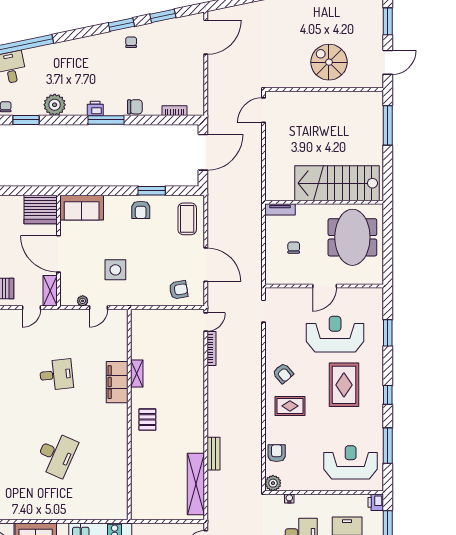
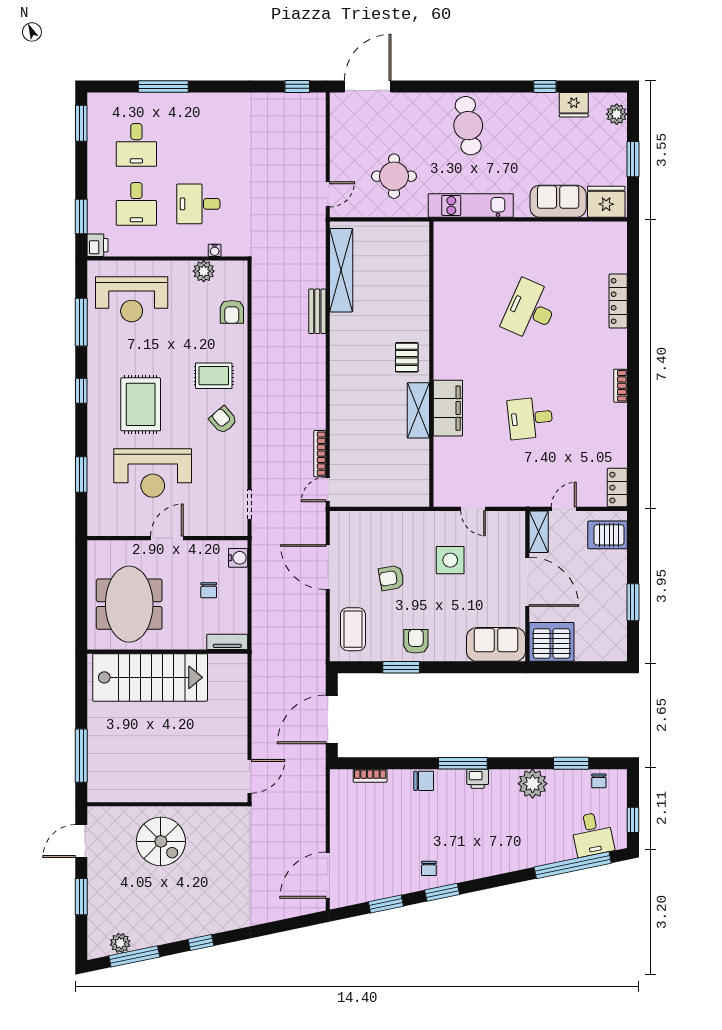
chair: (135, 107) -> (424, 781), turned 180
water cooler: (272, 272) -> (238, 558), added
armchair: (179, 290) -> (391, 578), moved
plant: (83, 301) -> (495, 518), removed
door: (98, 308) -> (473, 509), swing flipped
shelving: (137, 373) -> (418, 410), width x1.50, depth x1.33
plant: (273, 483) -> (204, 271), moved

